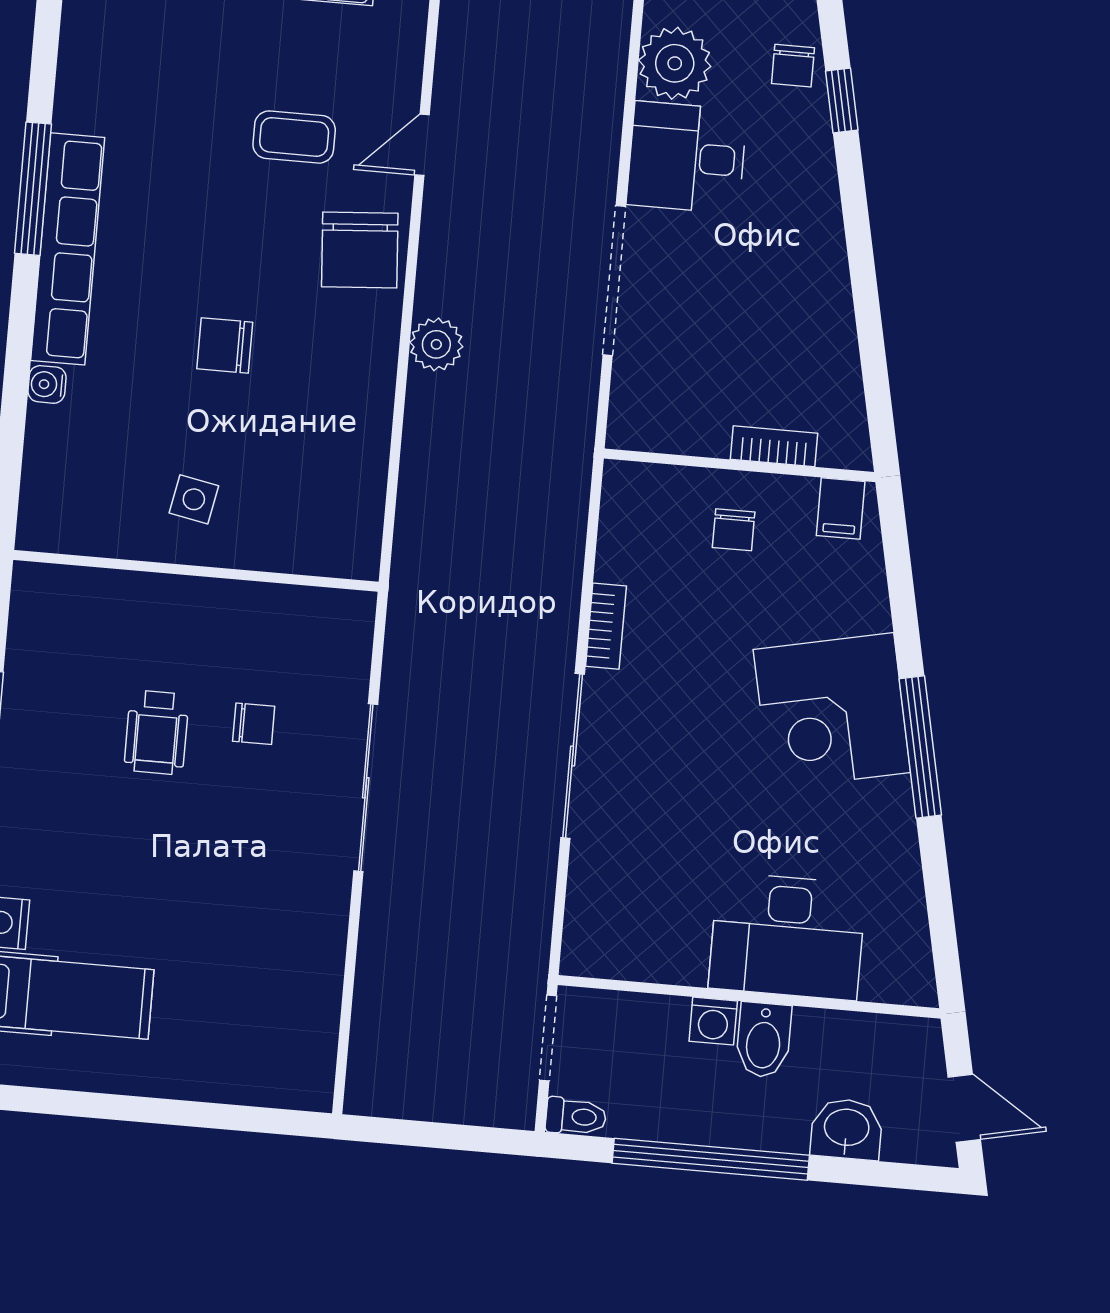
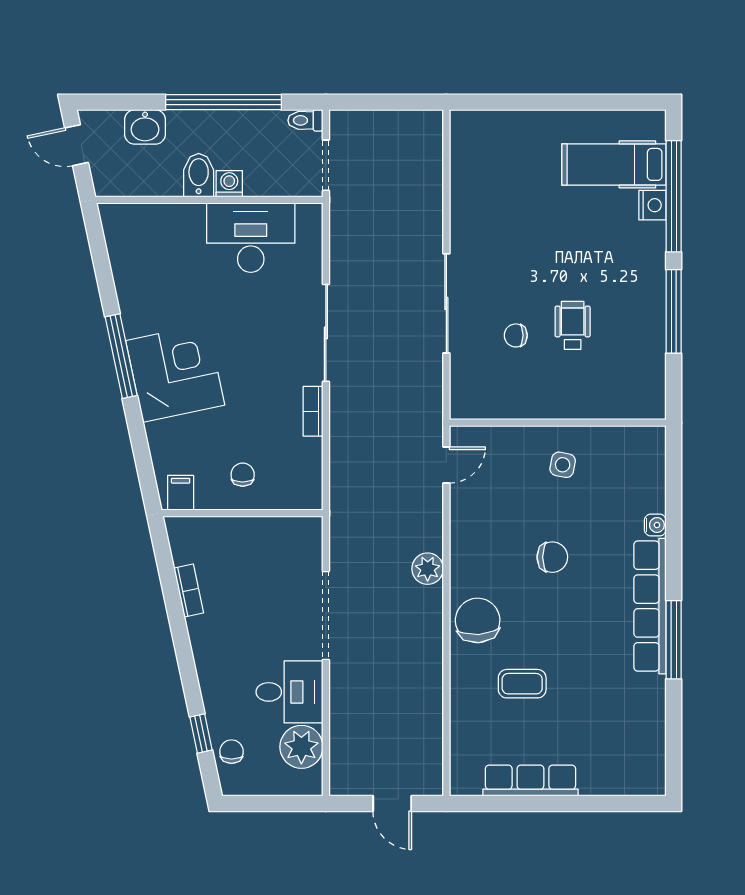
door: (422, 145) -> (446, 465), moved
bookcase: (774, 446) -> (189, 590), moved, turned -102
desk: (787, 936) -> (251, 238), moved

